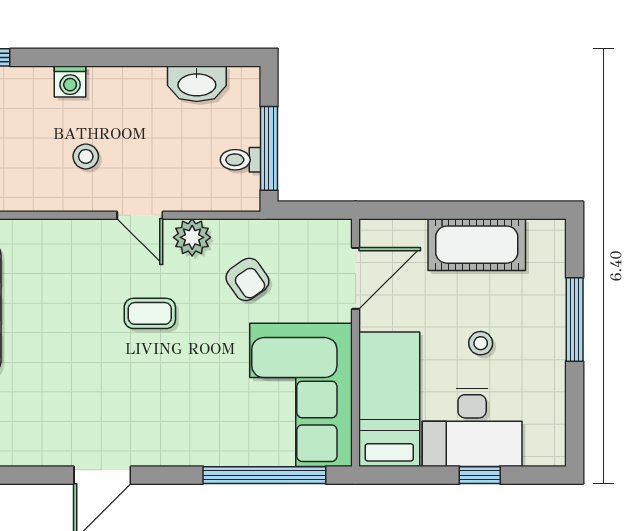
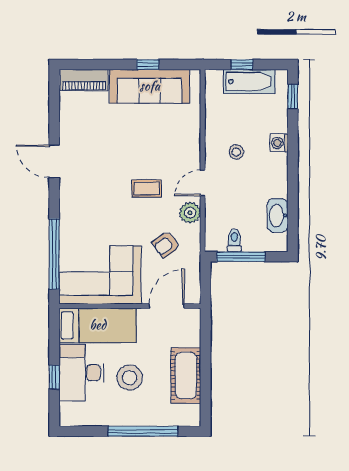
door: (356, 278) -> (167, 306), swing flipped
coffee table: (150, 313) -> (147, 189), turned 90
window: (575, 320) -> (143, 431), width x1.46
stool: (481, 343) -> (130, 378), width x1.89, depth x1.89

